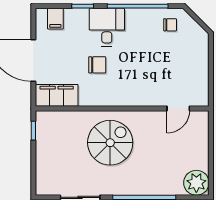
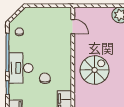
desk: (107, 27) -> (21, 68), width x1.37
spiral stairs: (110, 143) -> (95, 70), turned 90

